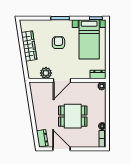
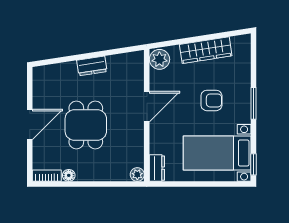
plant: (46, 73) -> (159, 59), moved
door: (62, 80) -> (147, 107), swing flipped
dresser: (42, 138) -> (92, 66), moved
door: (62, 149) -> (30, 124), moved

